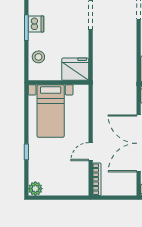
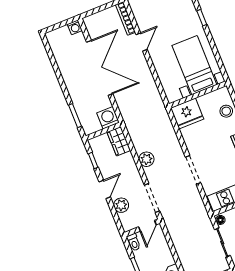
plant: (129, 42) -> (146, 159), added

